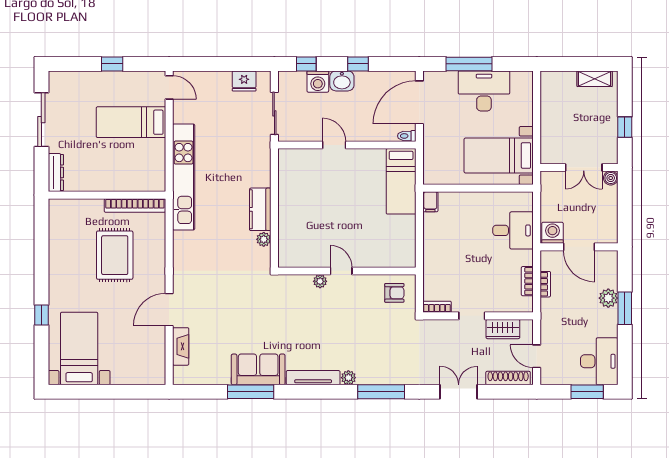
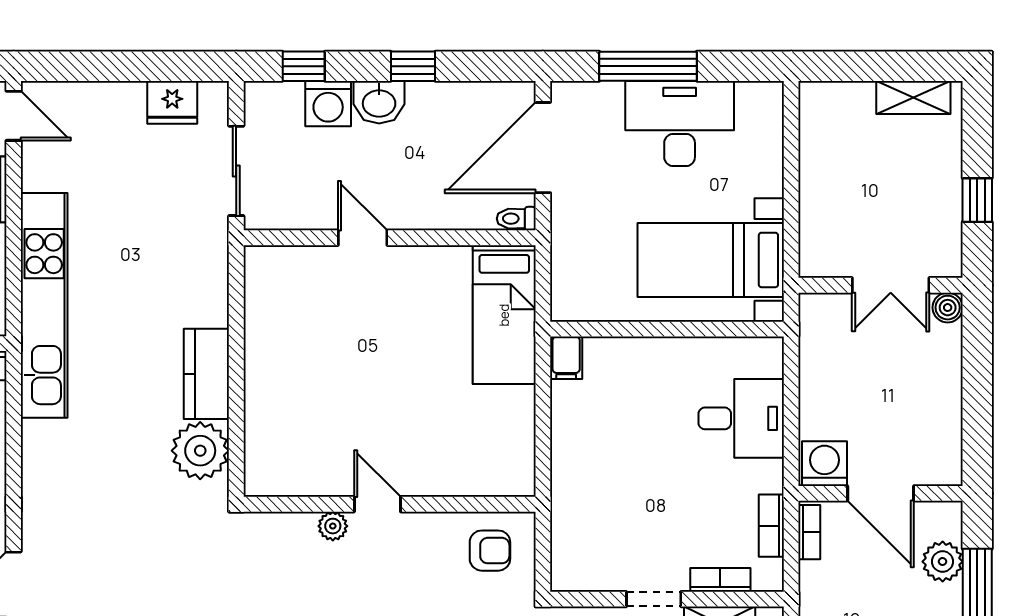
washing machine: (552, 233) -> (824, 464), moved
plant: (264, 239) -> (200, 451), width x1.88, depth x1.88
door: (579, 247) -> (881, 493), moved
wall: (579, 247) -> (881, 493), moved
bookcase: (437, 307) -> (720, 580), moved

